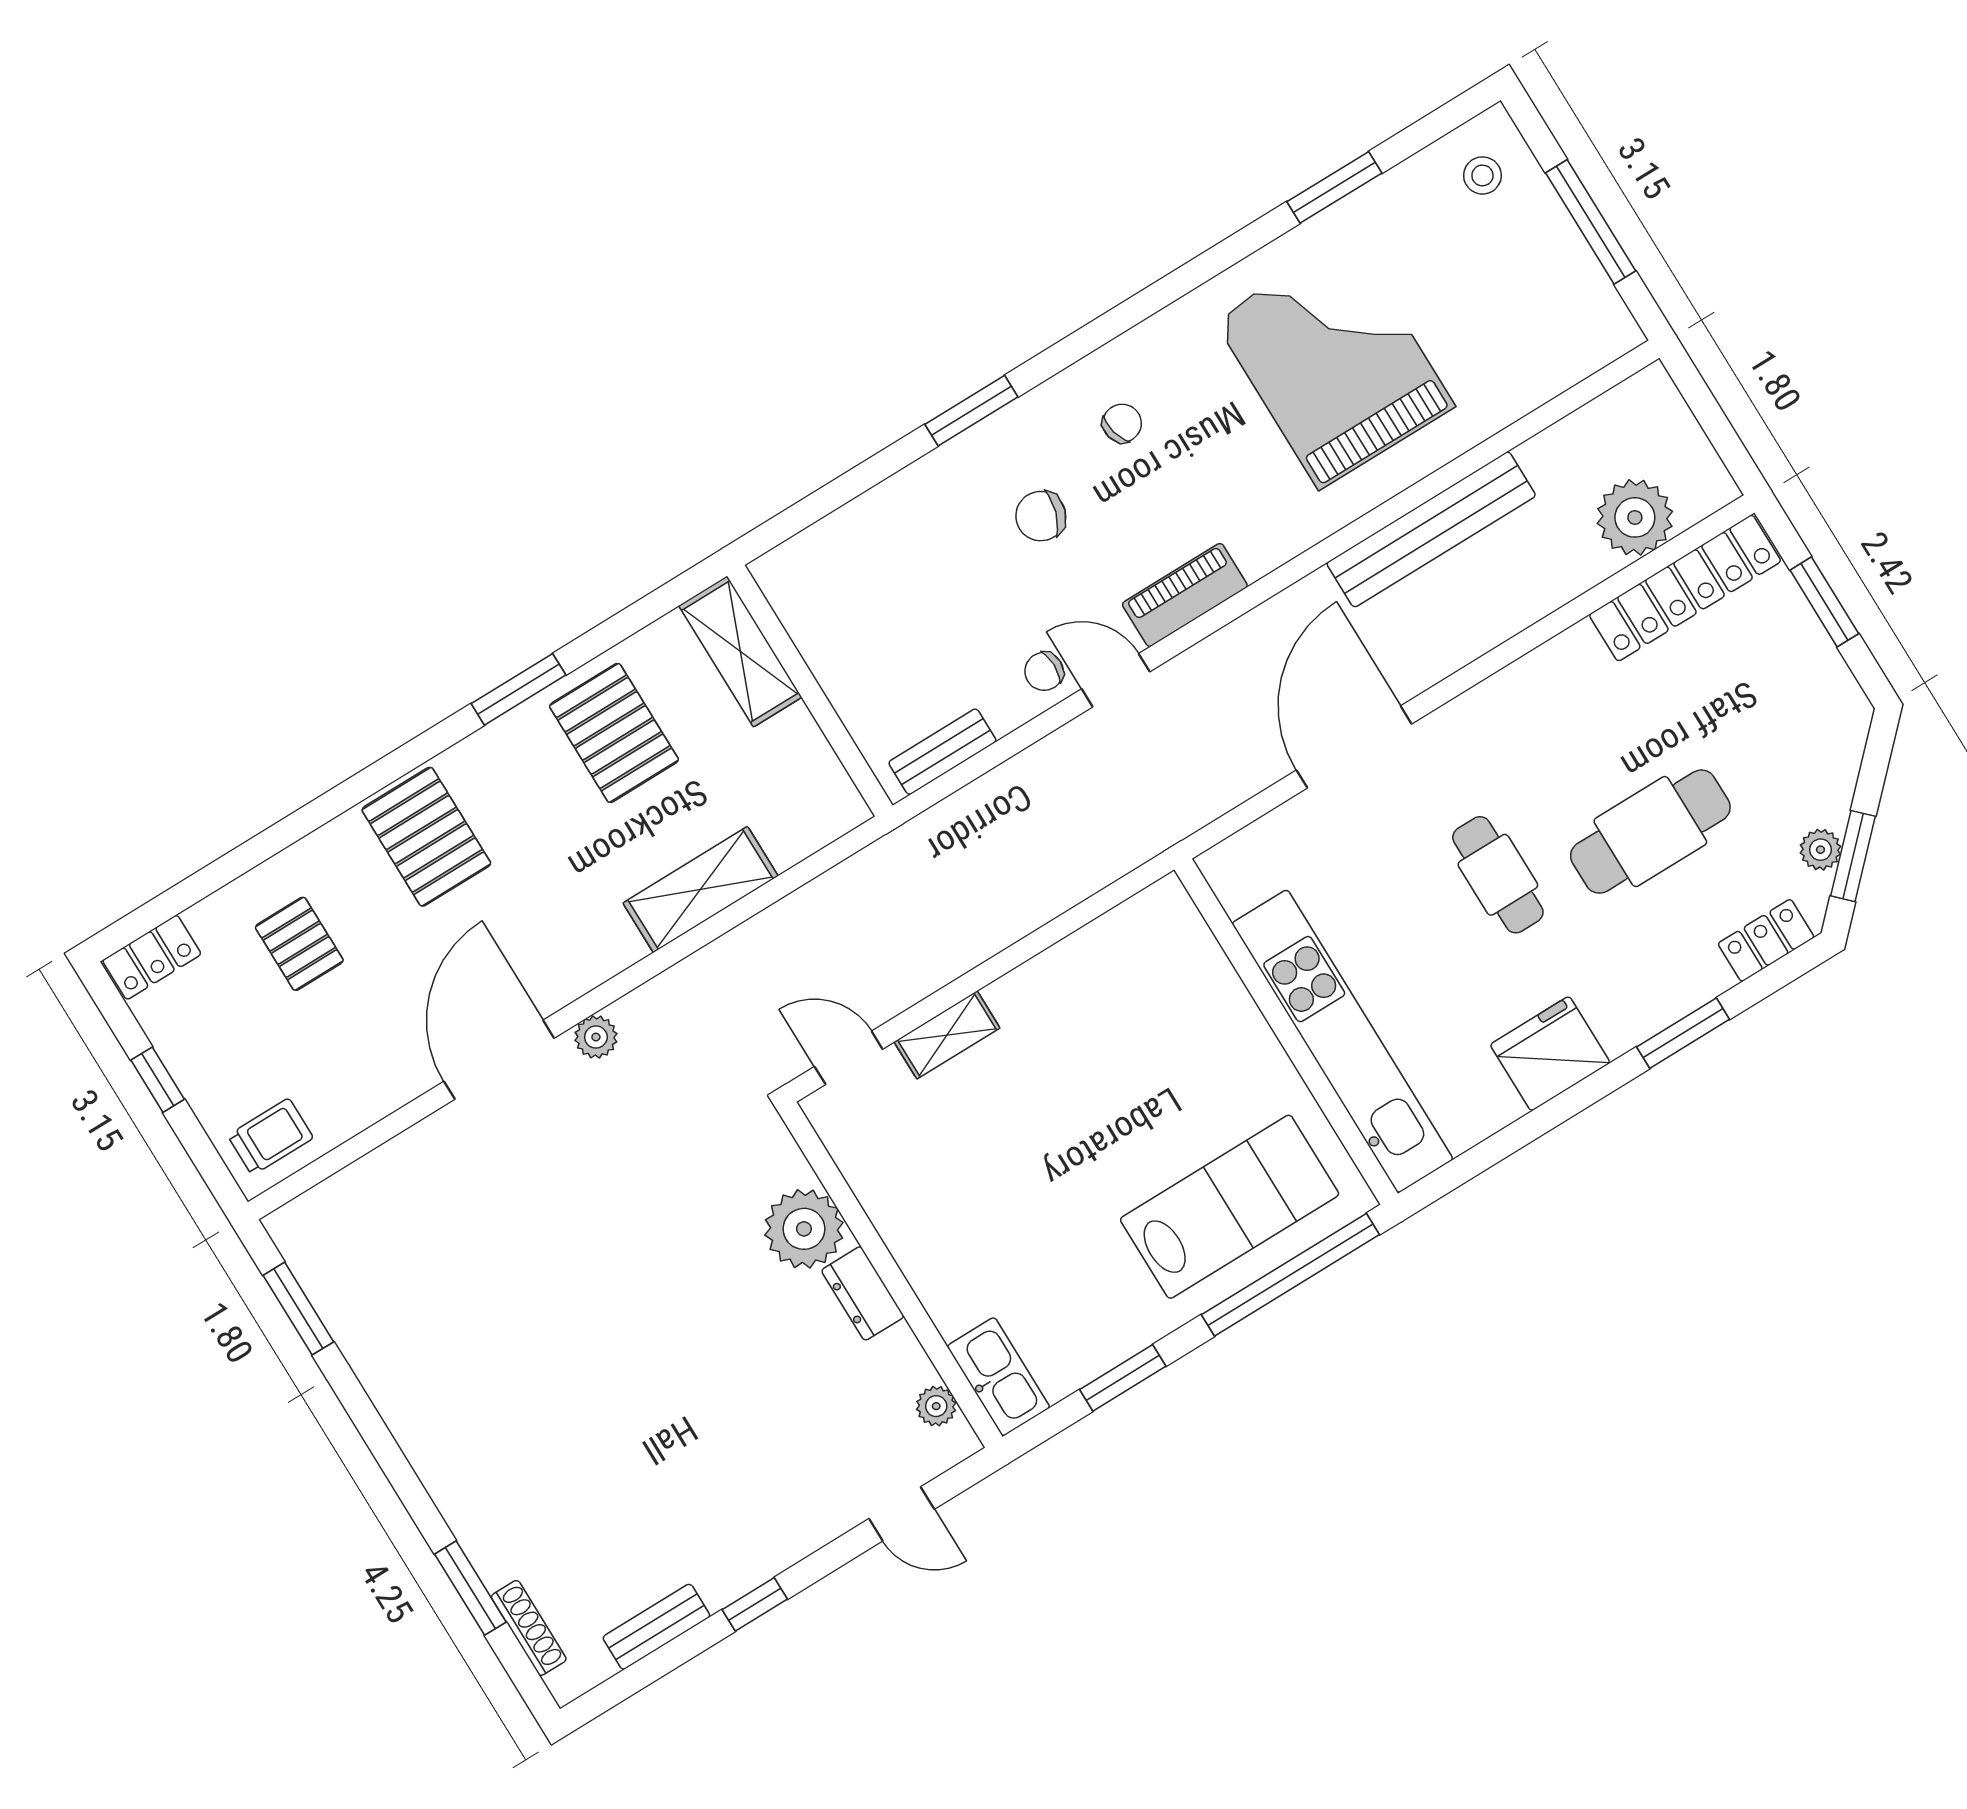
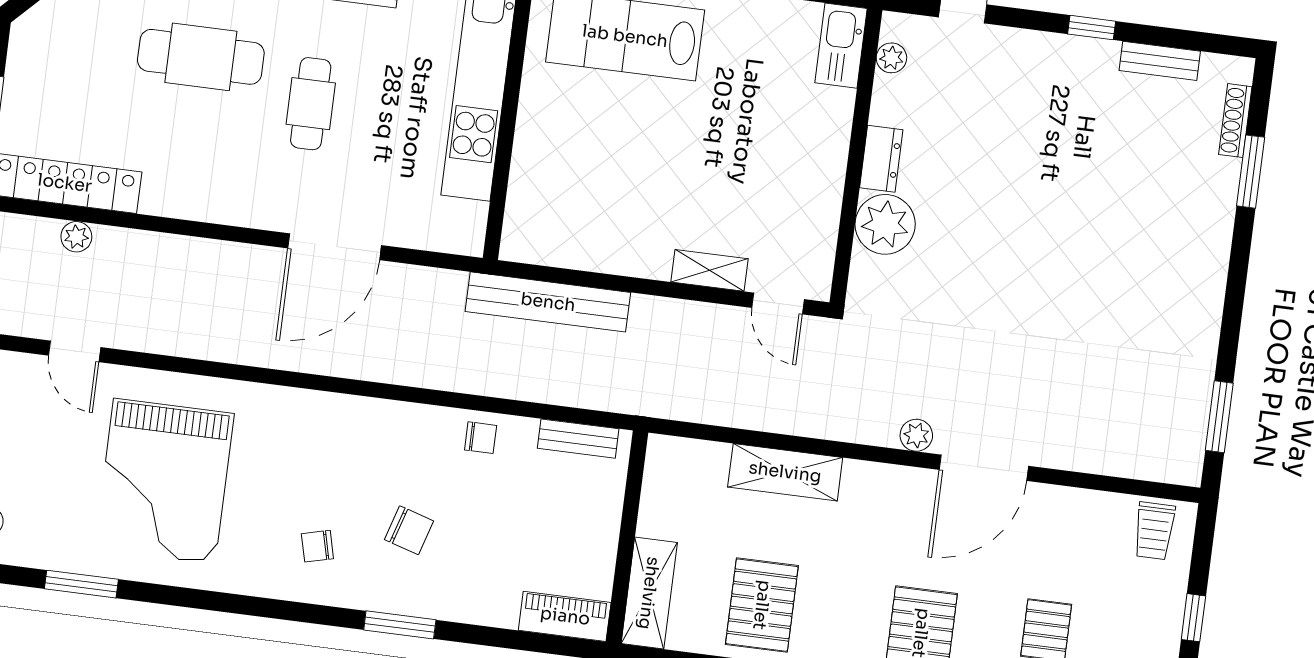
plant: (1635, 517) -> (76, 237), width x0.53, depth x0.53
bench: (1431, 529) -> (548, 302), moved
piano: (1185, 595) -> (565, 616), moved, turned 180
door: (1116, 680) -> (75, 351), moved
trolley: (271, 1137) -> (1154, 531), turned -90

